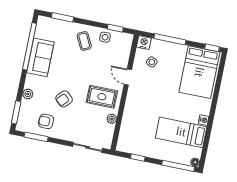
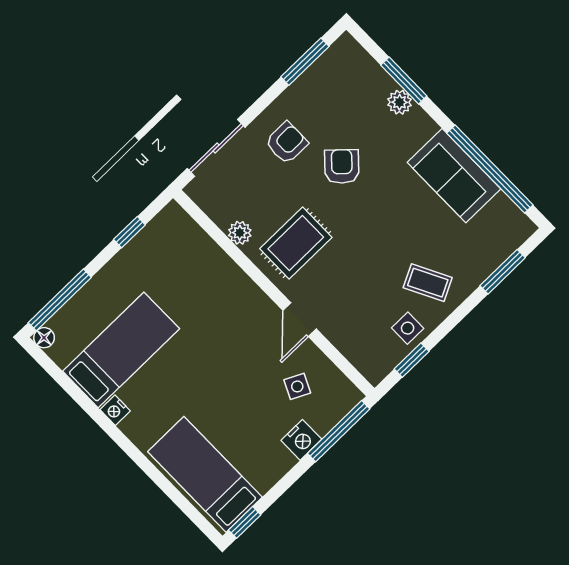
window: (170, 39) -> (339, 431), moved
nightstand: (144, 43) -> (301, 440), moved
bed: (199, 72) -> (205, 474), width x0.67
door: (128, 77) -> (300, 320), swing flipped
window: (16, 112) -> (404, 80), moved
armchair: (46, 121) -> (287, 143), moved

